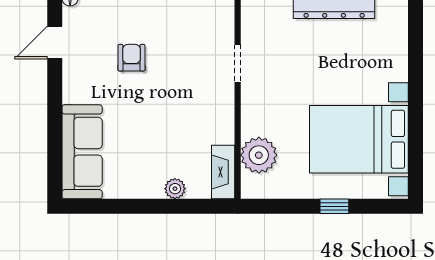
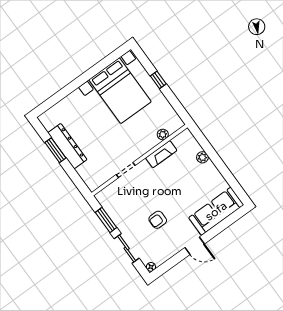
door: (55, 42) -> (195, 246), moved
plant: (259, 155) -> (163, 134), width x0.53, depth x0.53
fireplace: (223, 172) -> (161, 154), moved

